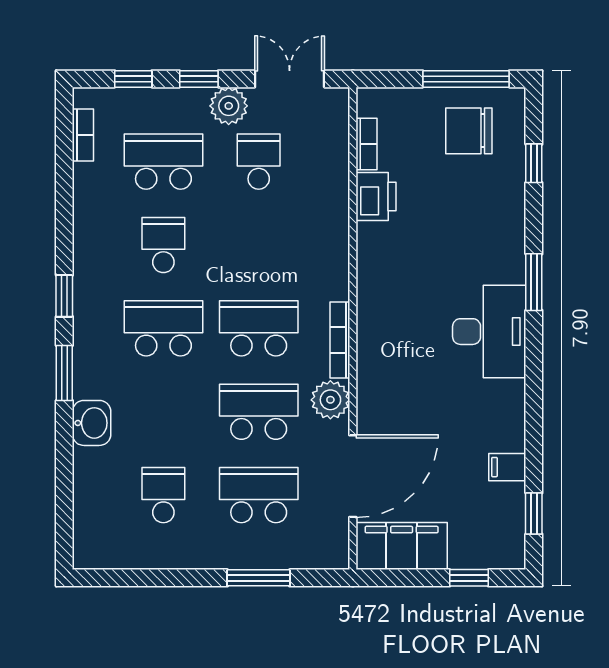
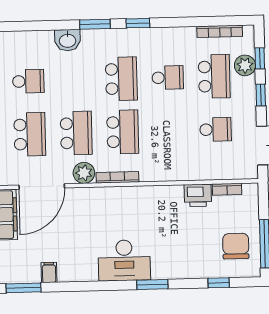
plant: (229, 106) -> (245, 65), moved
bookcase: (83, 135) -> (220, 31), width x1.56
door: (353, 476) -> (42, 187), hinge flipped
window: (534, 514) -> (23, 288), width x1.50

